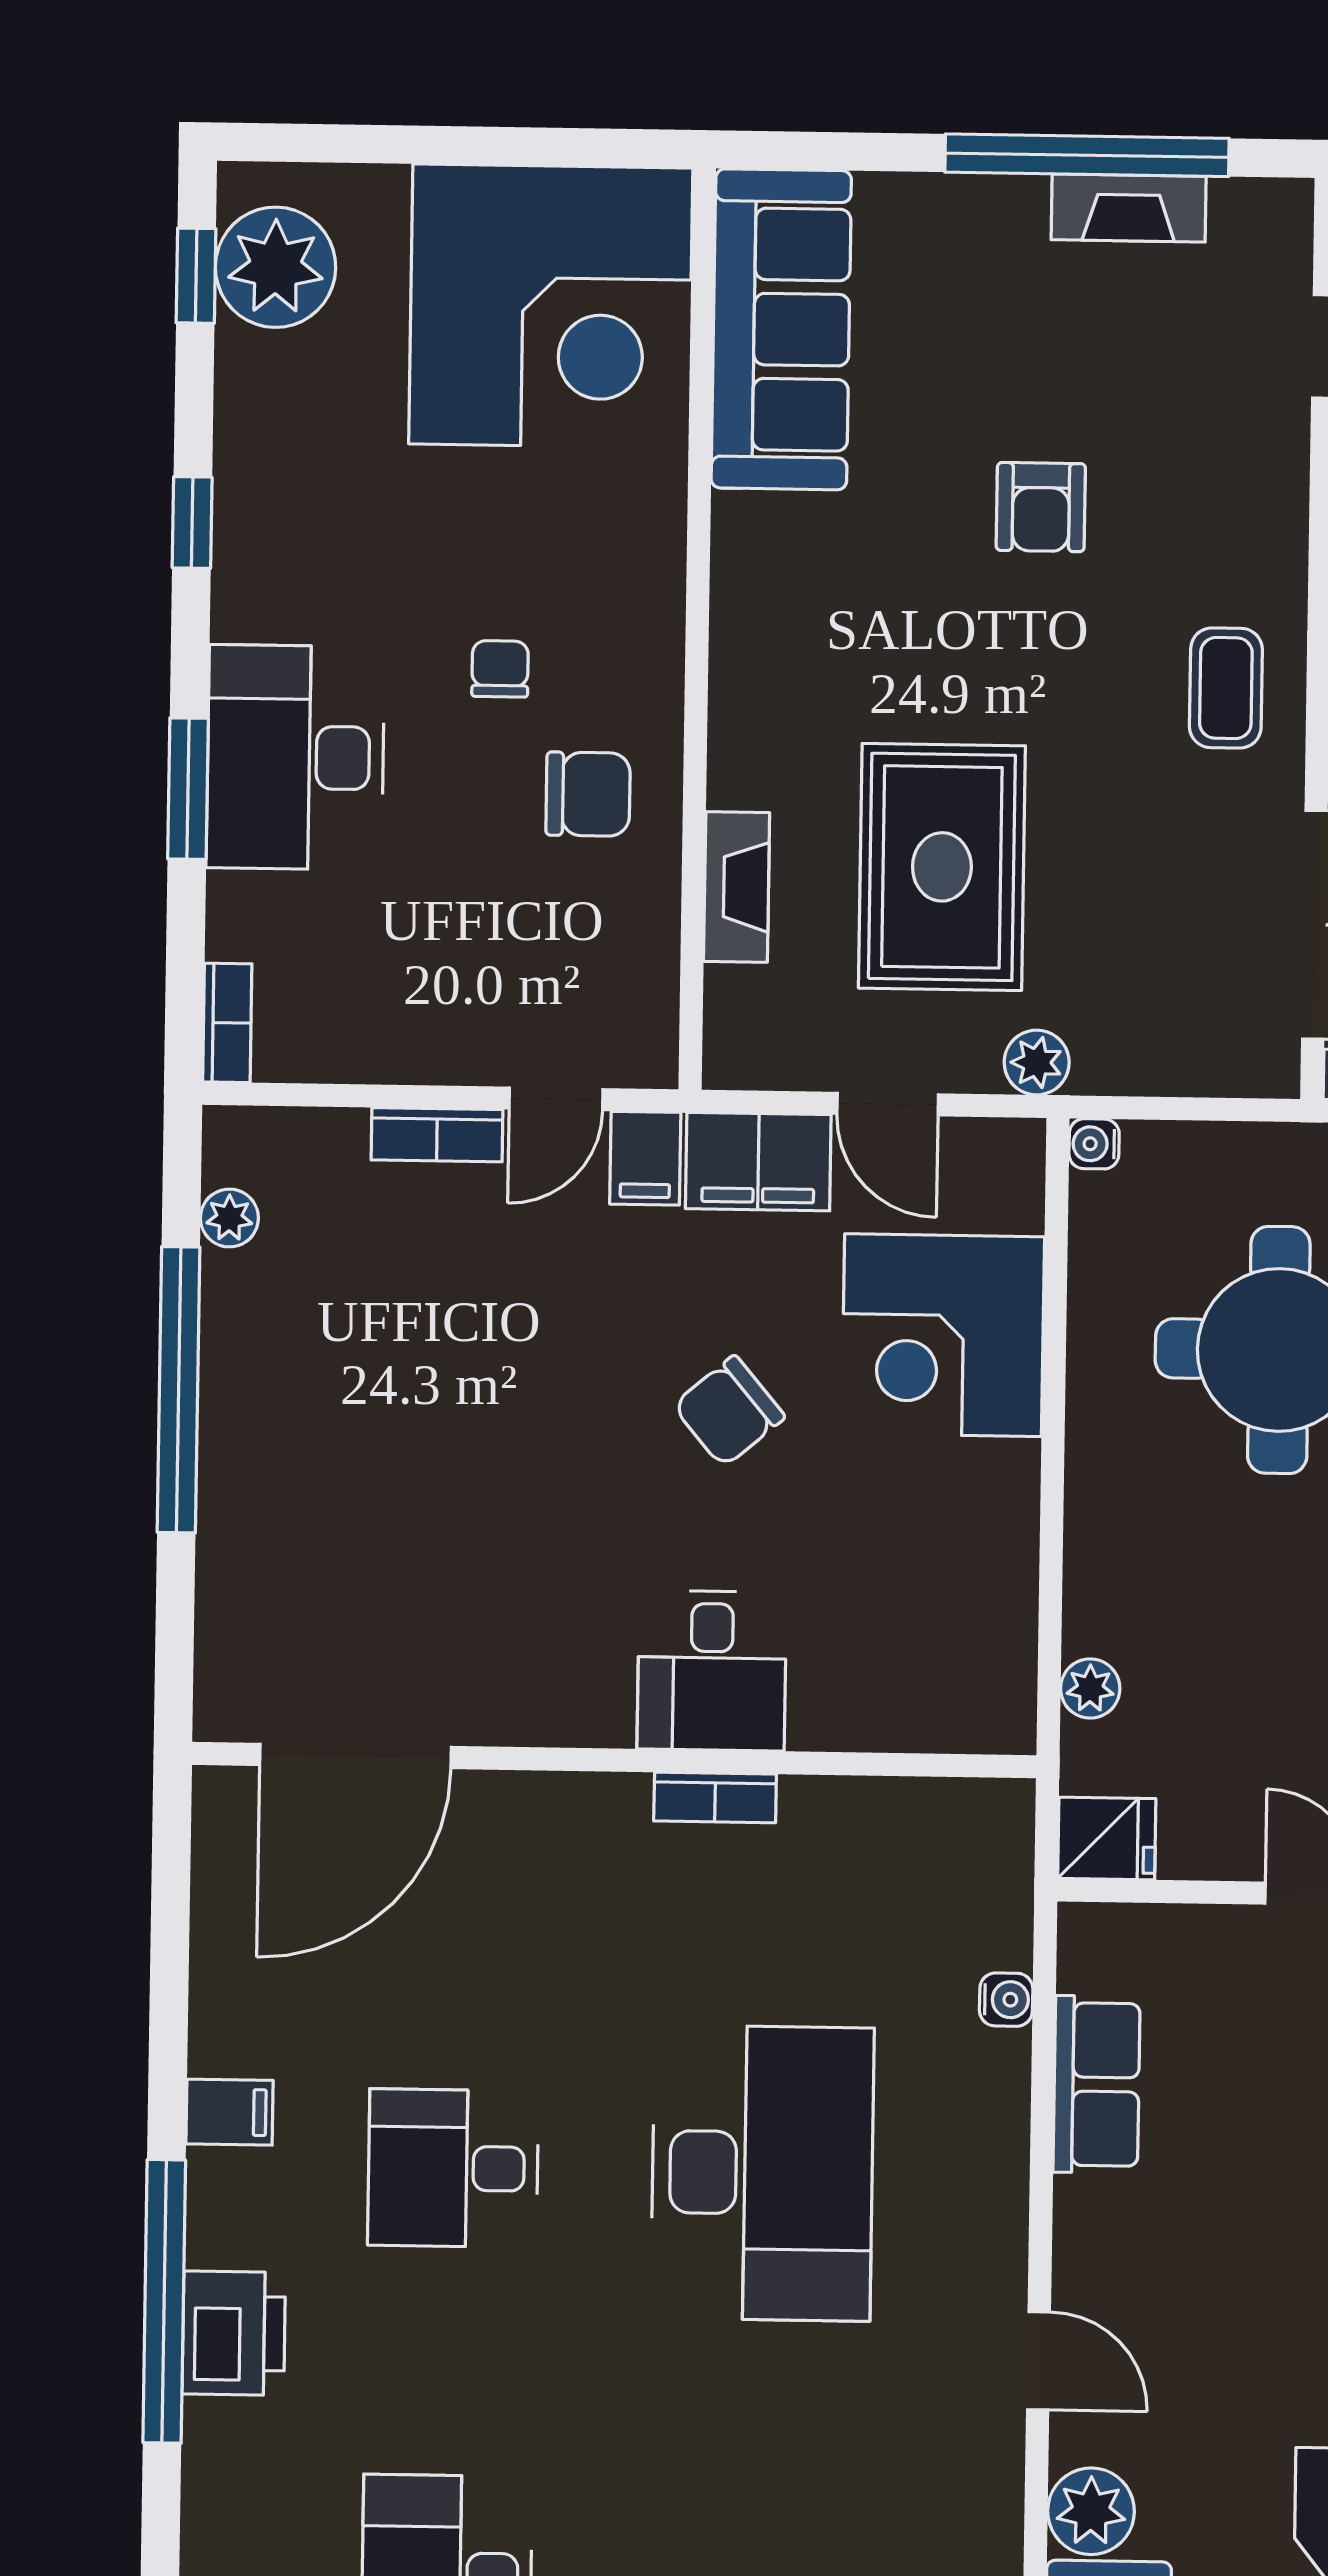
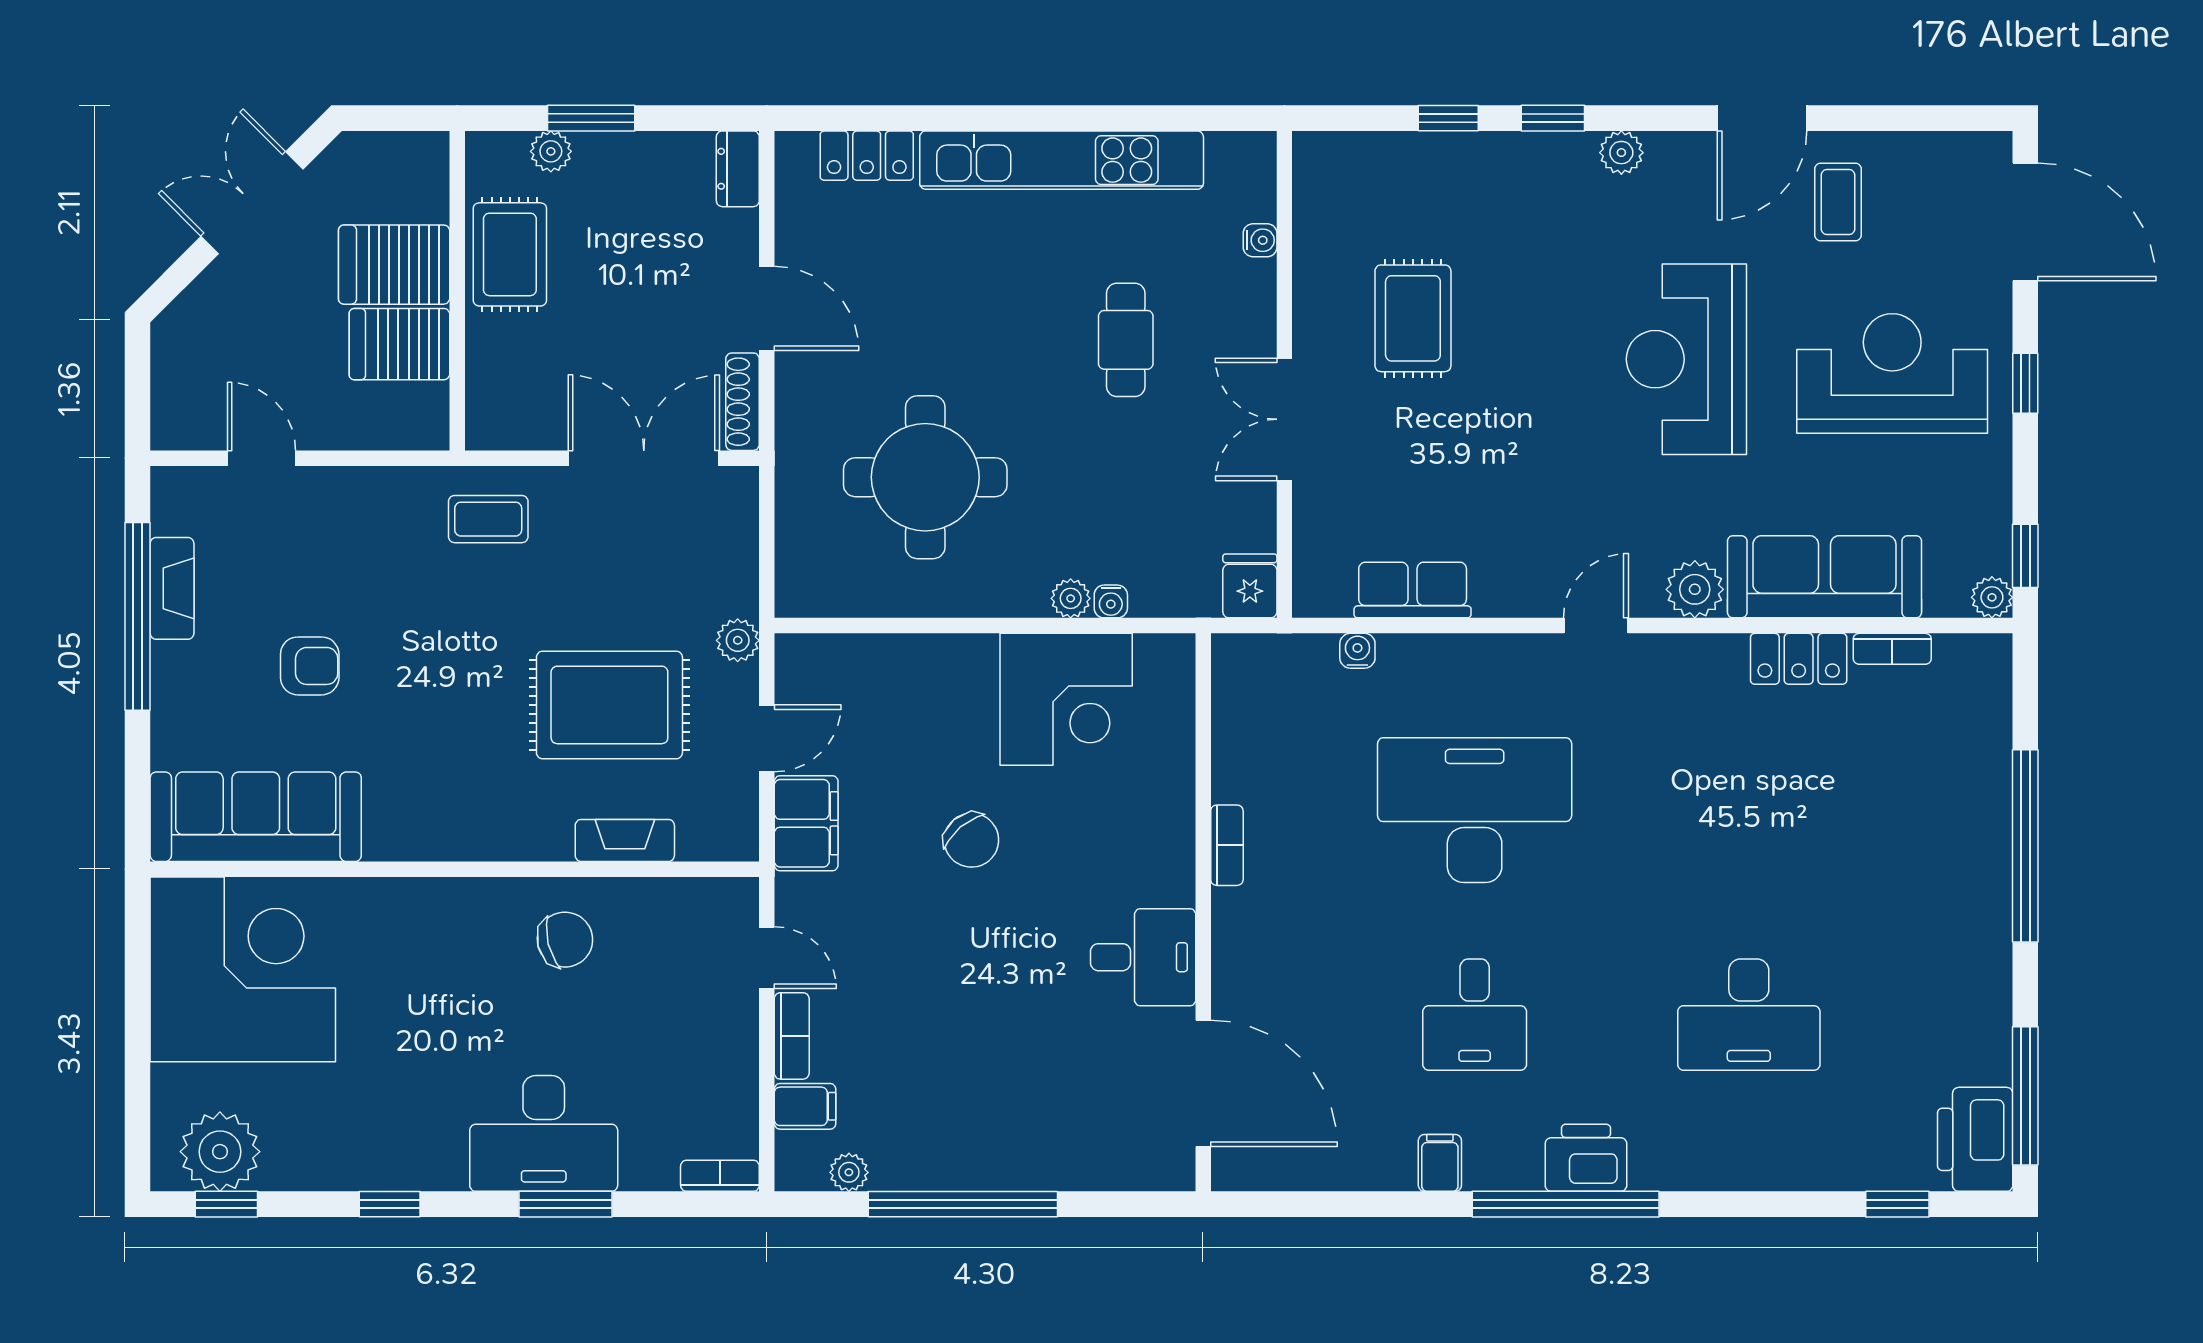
armchair: (1041, 507) -> (310, 666), moved
chair: (500, 669) -> (483, 999), removed
chair: (588, 794) -> (565, 940), turned 76
water cooler: (1094, 1144) -> (1111, 601), moved
filing cabinet: (645, 1158) -> (805, 1106), moved
corner desk: (943, 1335) -> (1066, 699), moved
desk: (712, 1671) -> (1143, 957), moved
plant: (1090, 1688) -> (1071, 598), moved

